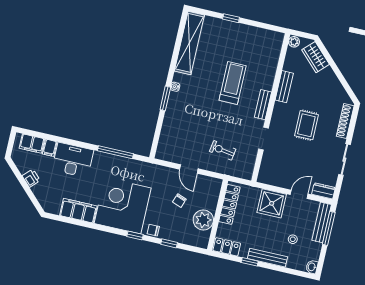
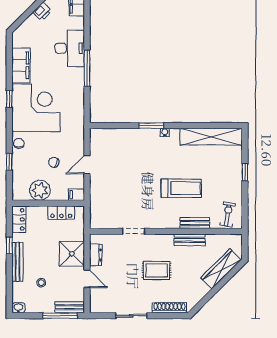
plant: (294, 42) -> (236, 239), removed
wardrobe: (316, 57) -> (221, 269), width x1.50
bench: (263, 105) -> (195, 223), moved
filing cabinet: (50, 148) -> (76, 195), moved
exercise bike: (223, 150) -> (228, 214), moved
window: (115, 152) -> (87, 68), moved
dresser: (323, 191) -> (96, 255), moved
locker: (229, 204) -> (61, 213), width x0.66
bench: (322, 222) -> (70, 307), width x0.73
window: (135, 236) -> (9, 99), moved

